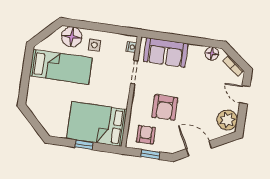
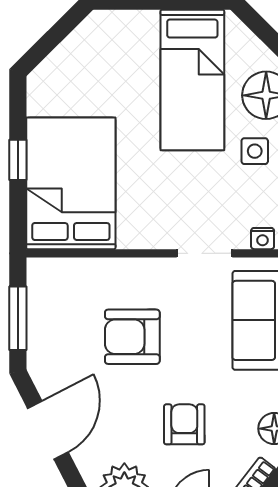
armchair: (146, 135) -> (184, 424), moved, turned -90
window: (150, 154) -> (18, 318), width x1.50

